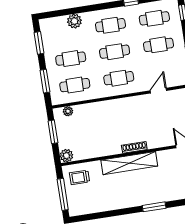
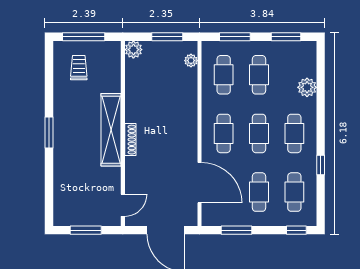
door: (158, 91) -> (199, 183), width x1.87
trolley: (80, 177) -> (79, 68), moved
window: (154, 207) -> (49, 132), moved

